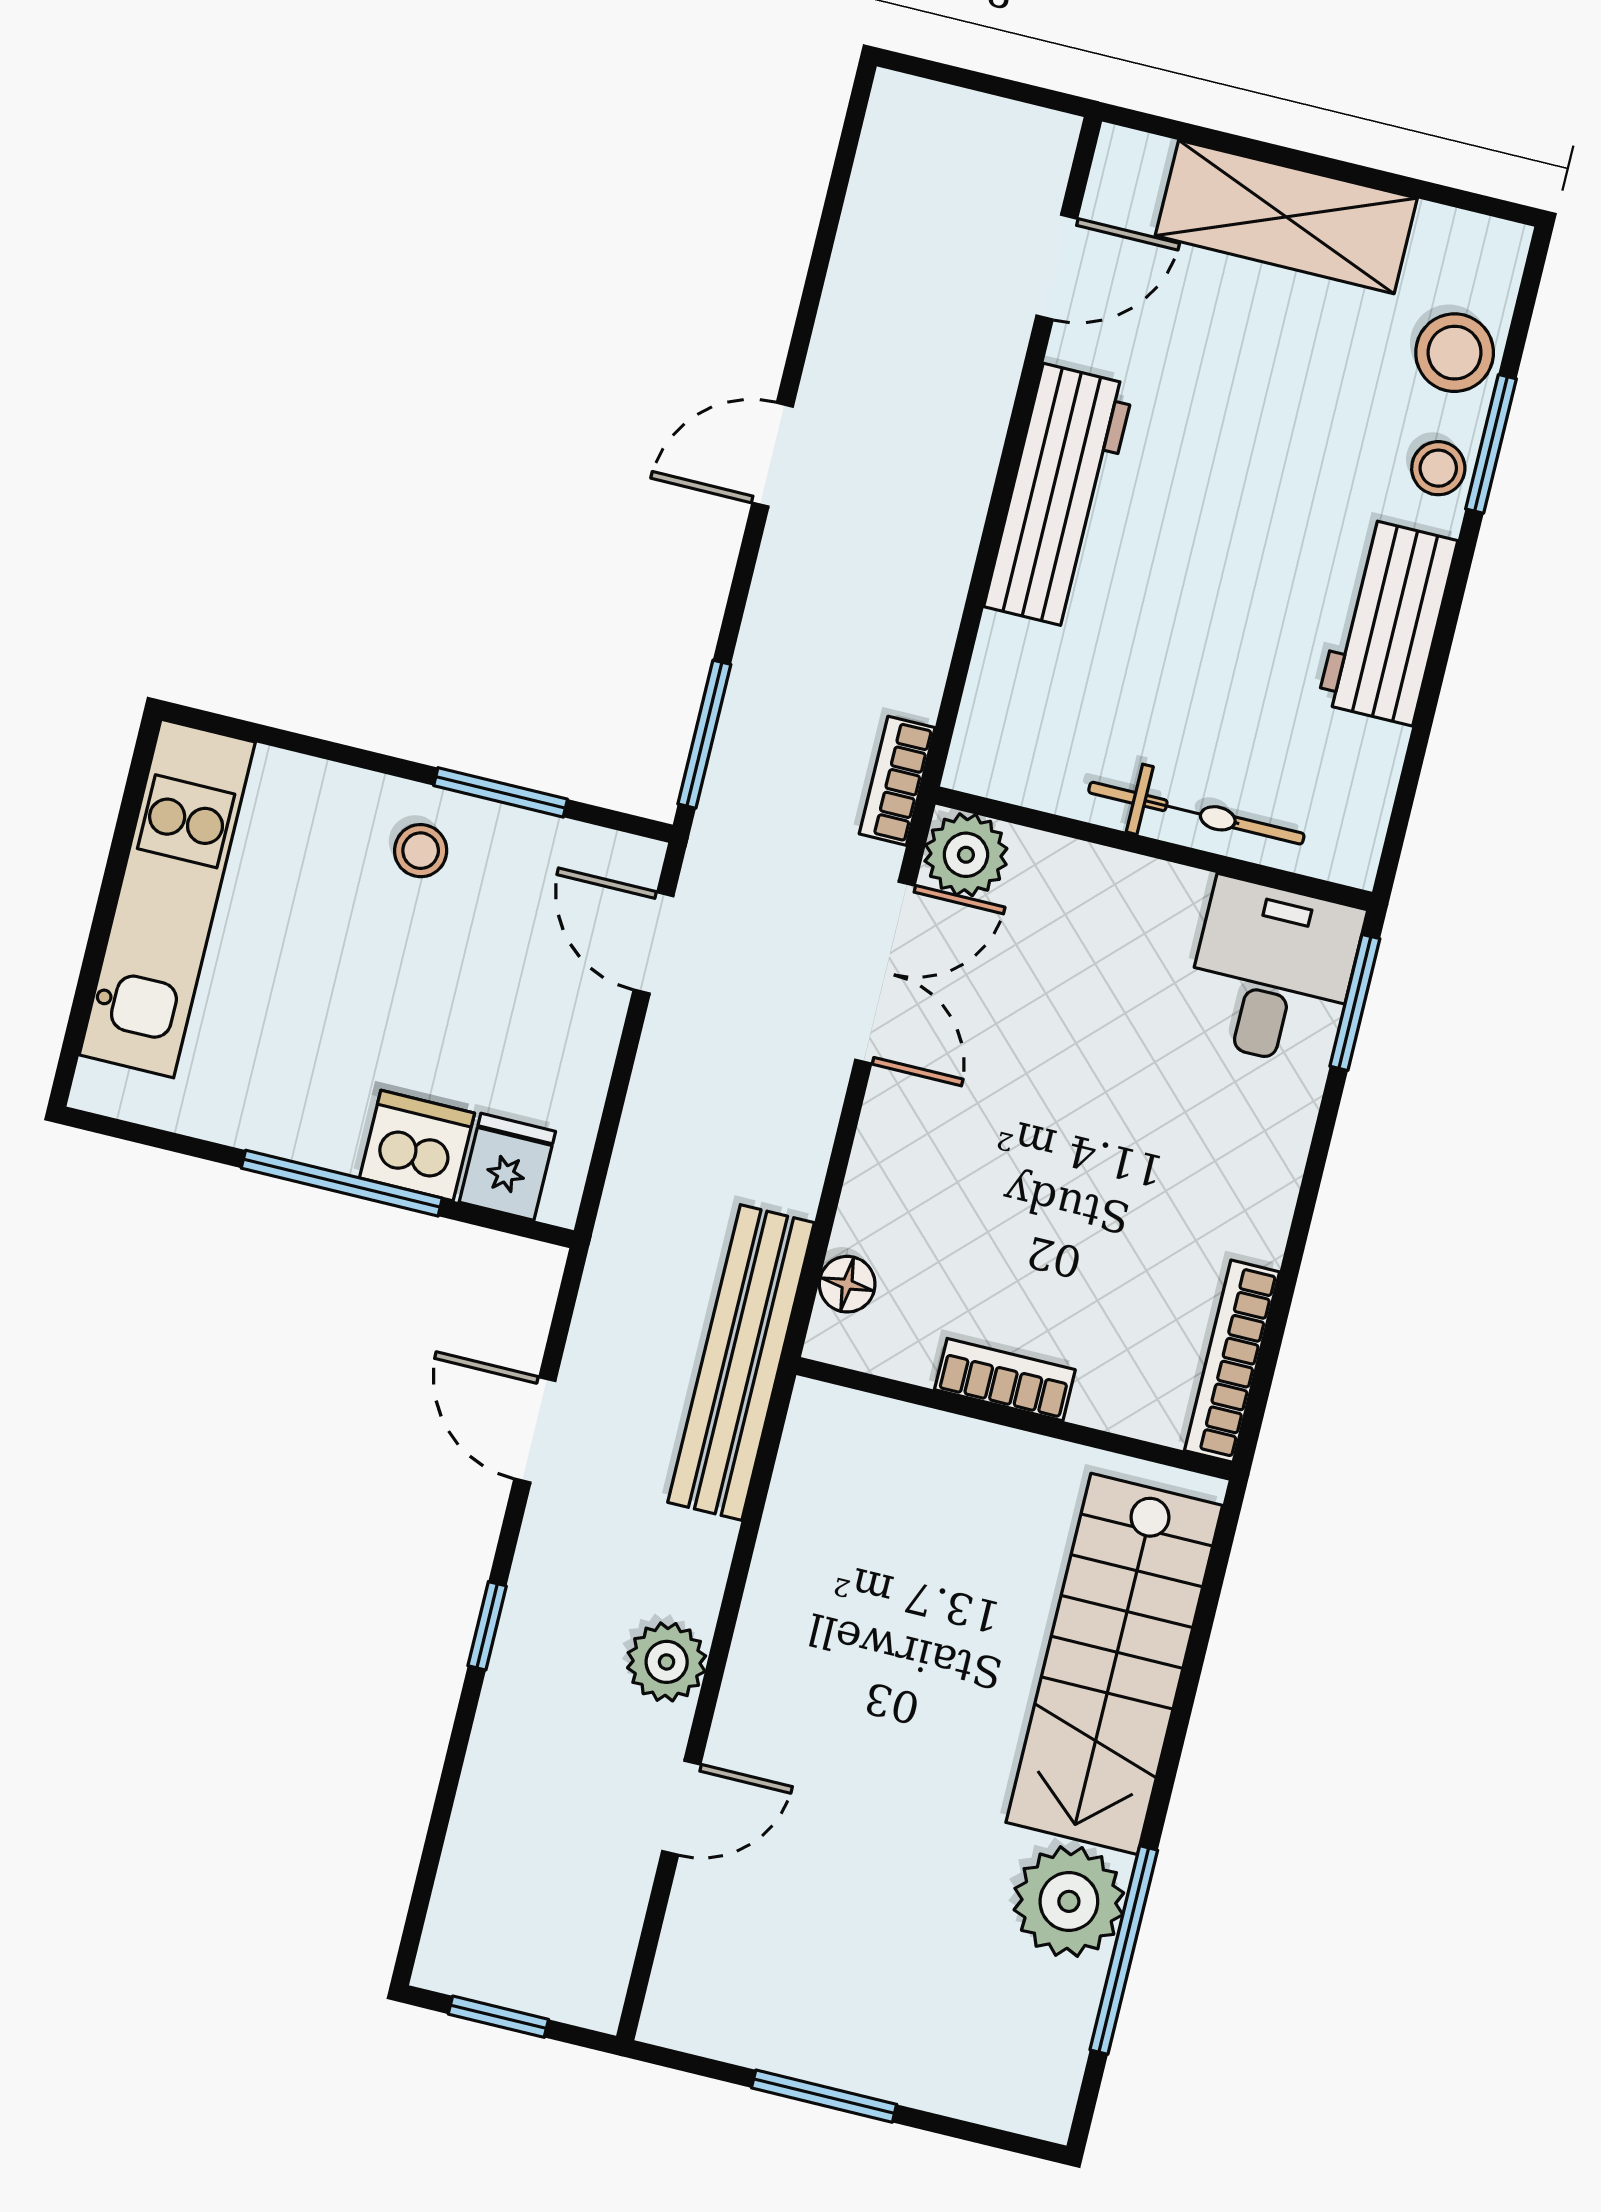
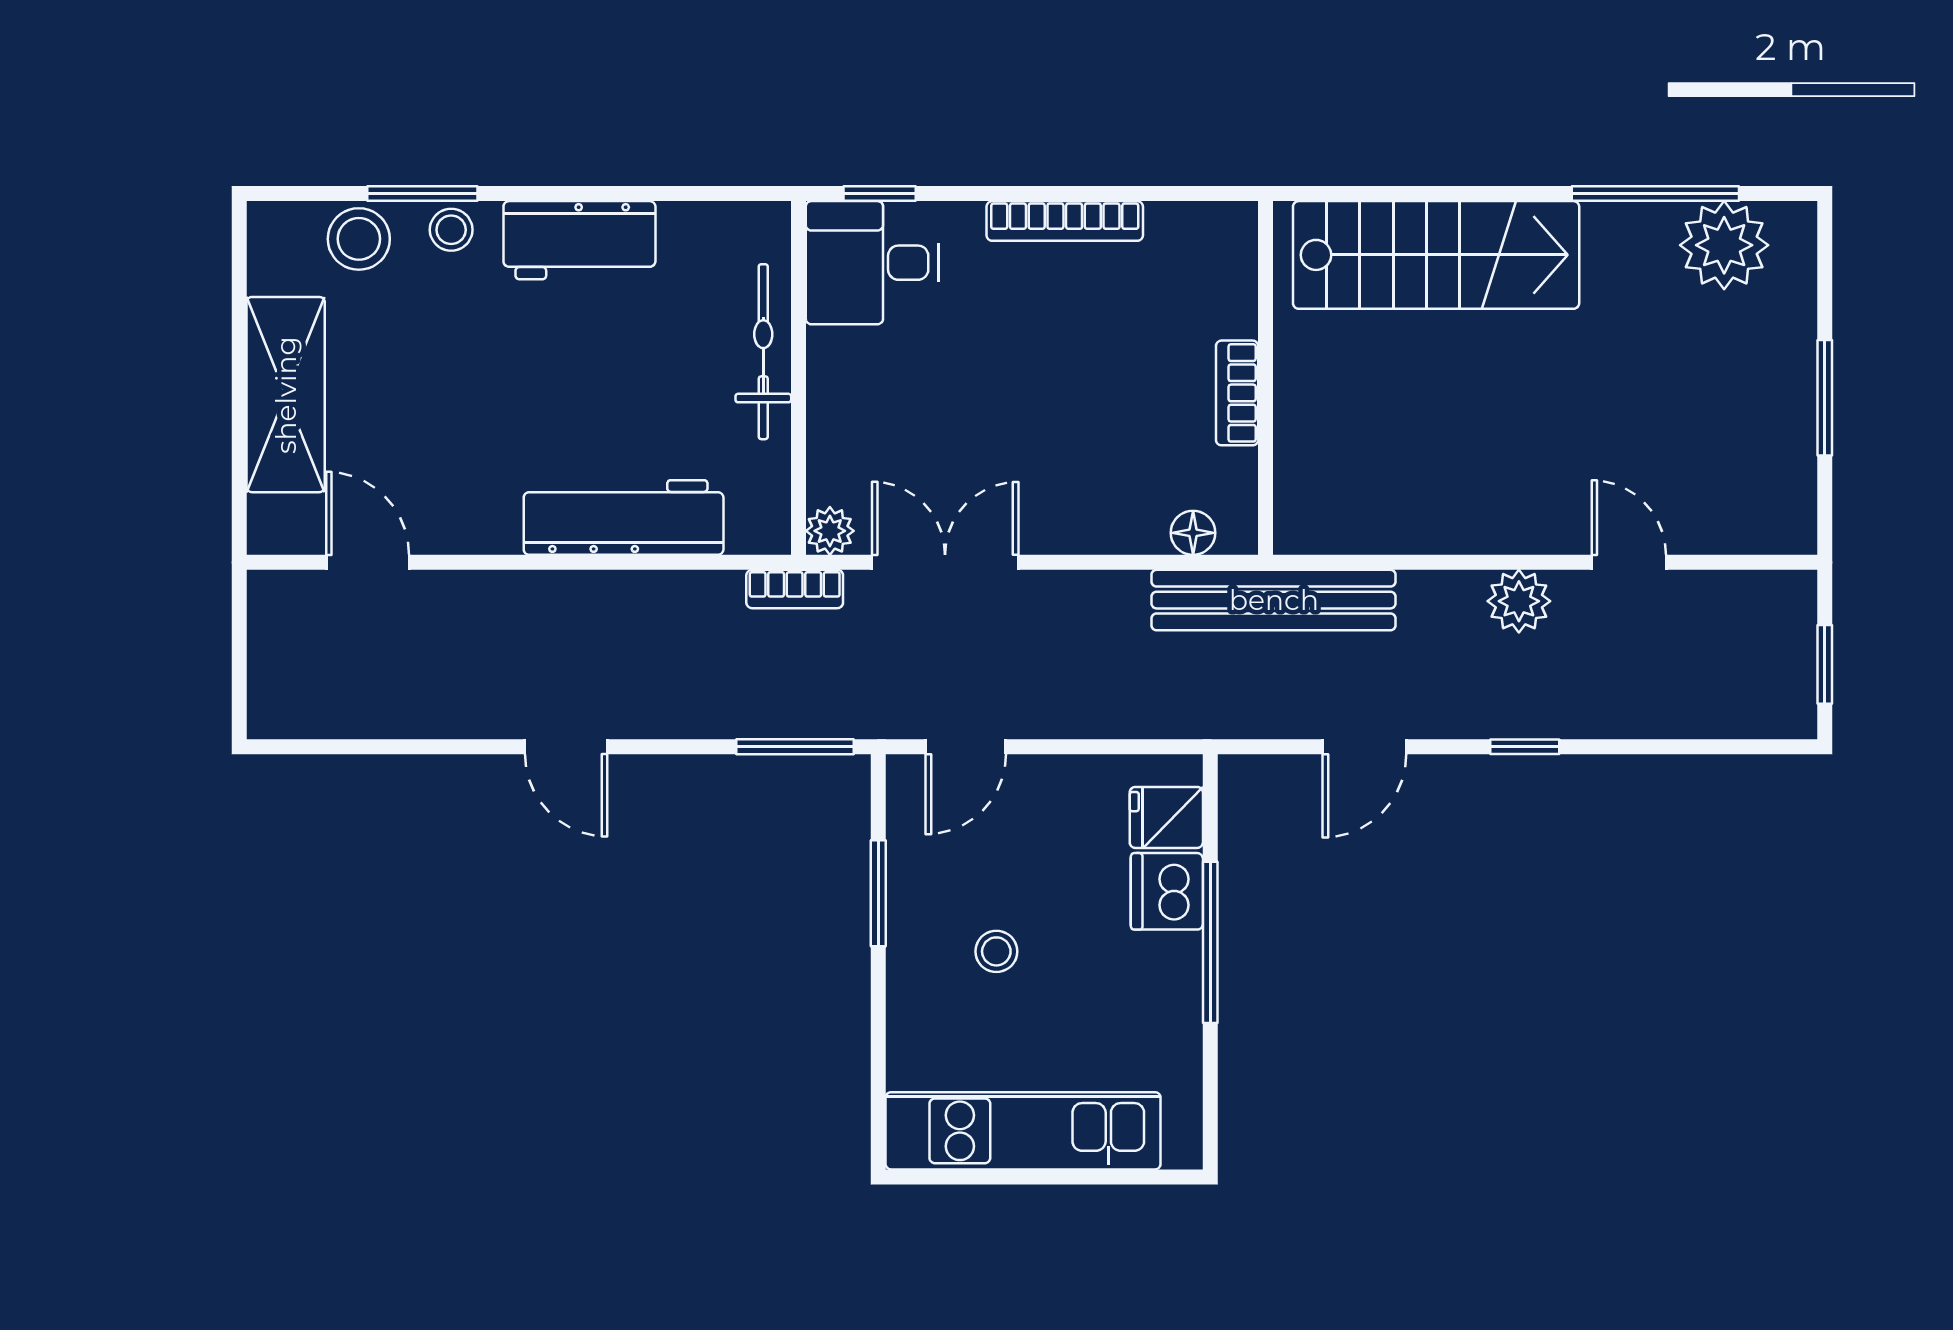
workbench: (1059, 496) -> (624, 517), moved
stool: (421, 851) -> (996, 951), moved
plant: (966, 855) -> (830, 531), width x0.73, depth x0.73
window: (1355, 1002) -> (880, 194), width x0.67
bookcase: (1232, 1361) -> (1065, 221), moved
plant: (1069, 1901) -> (1724, 245), moved

